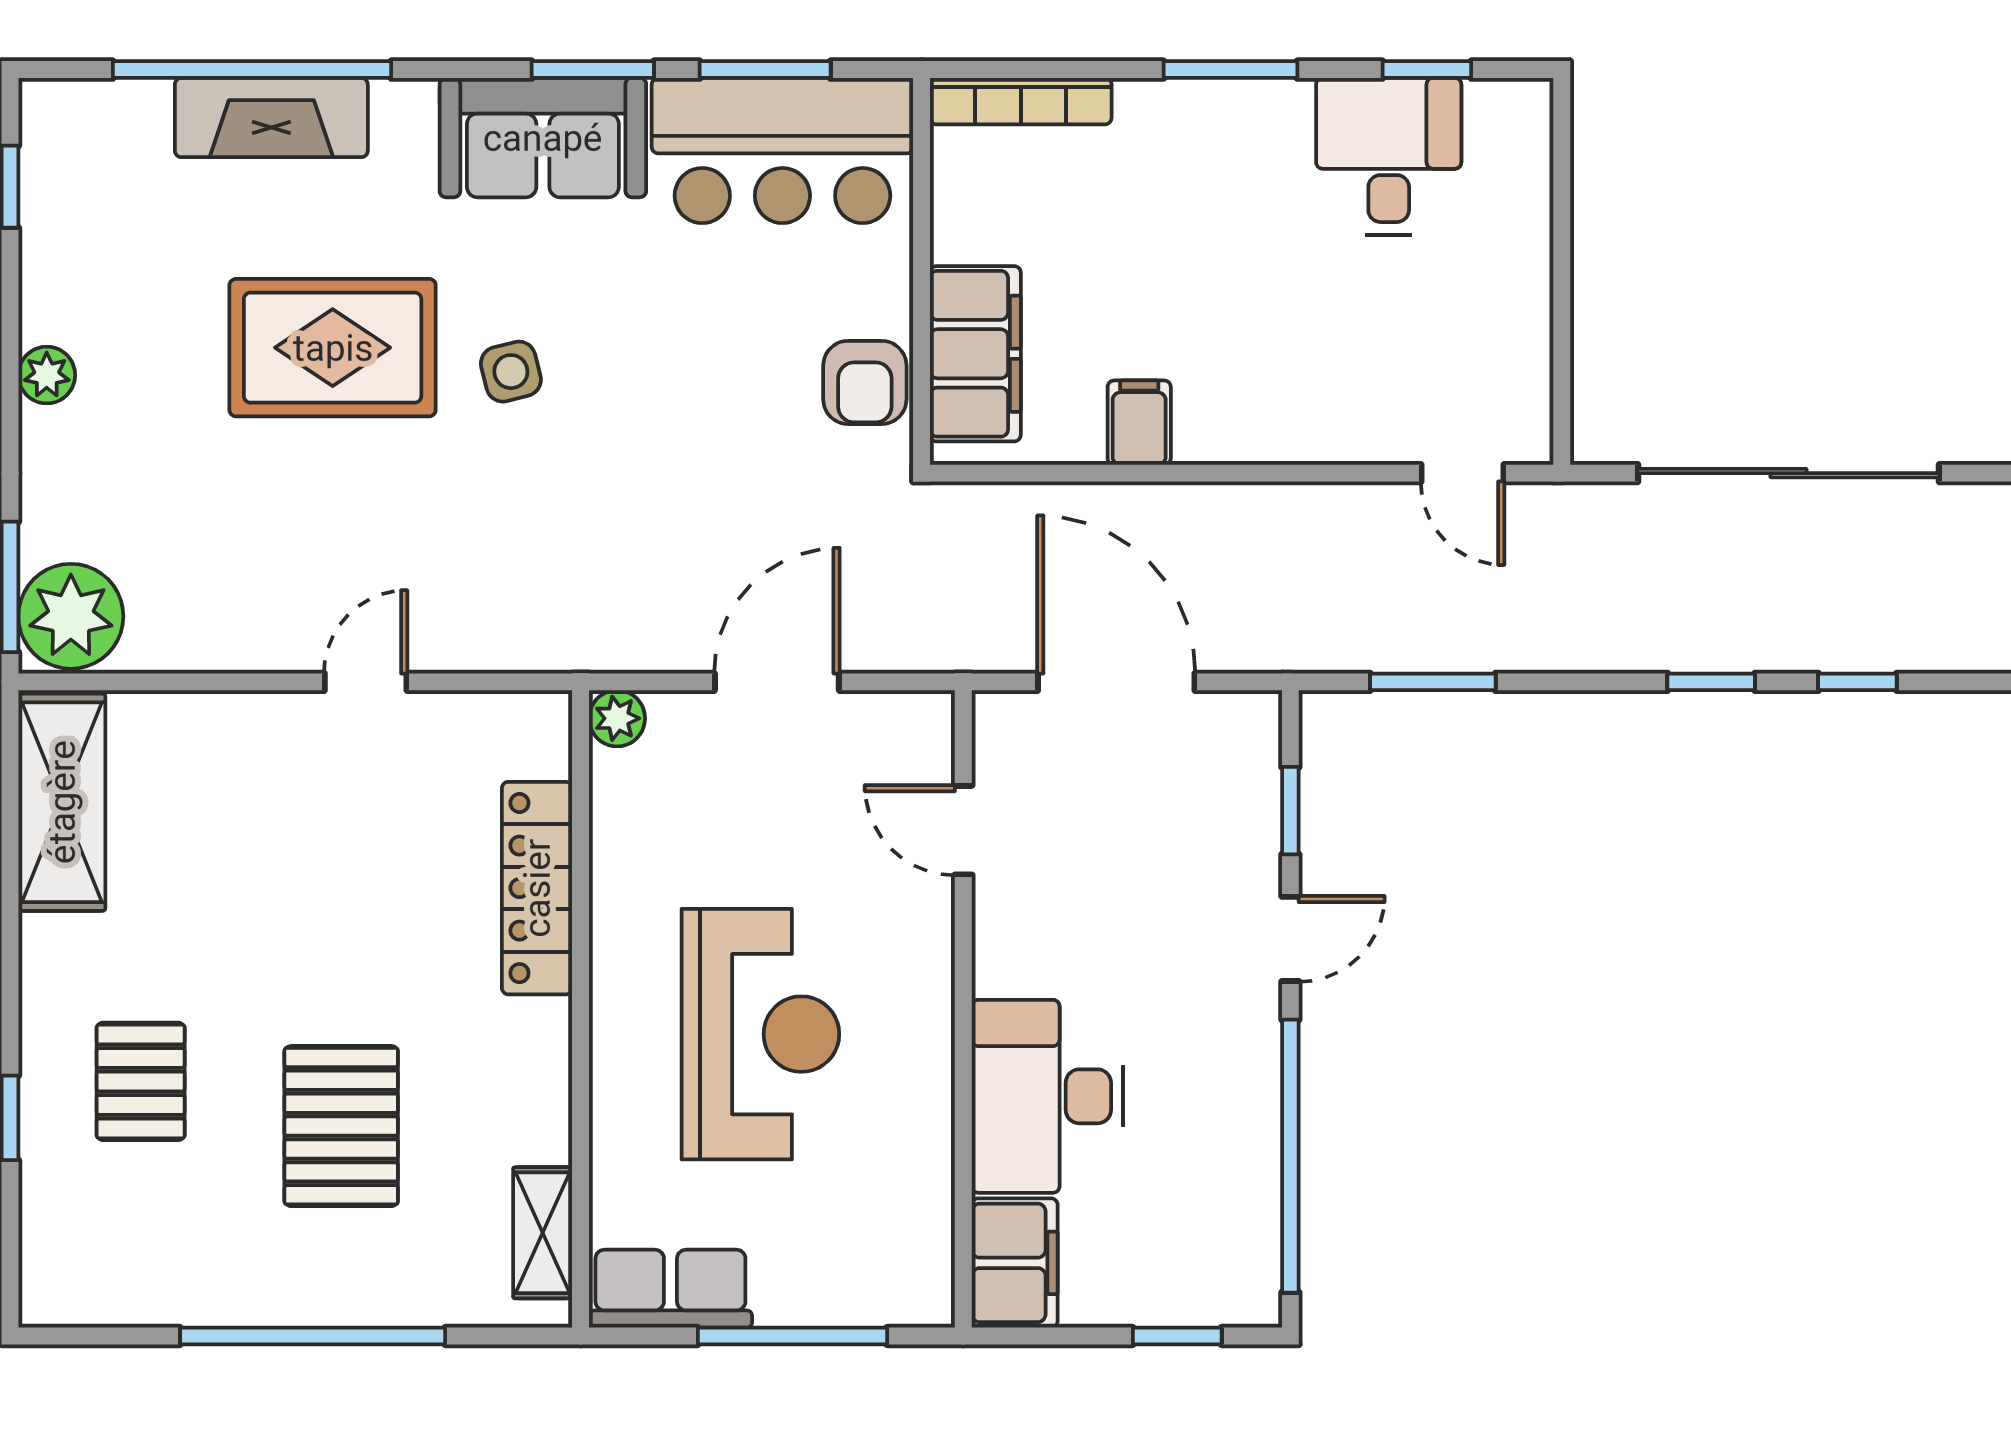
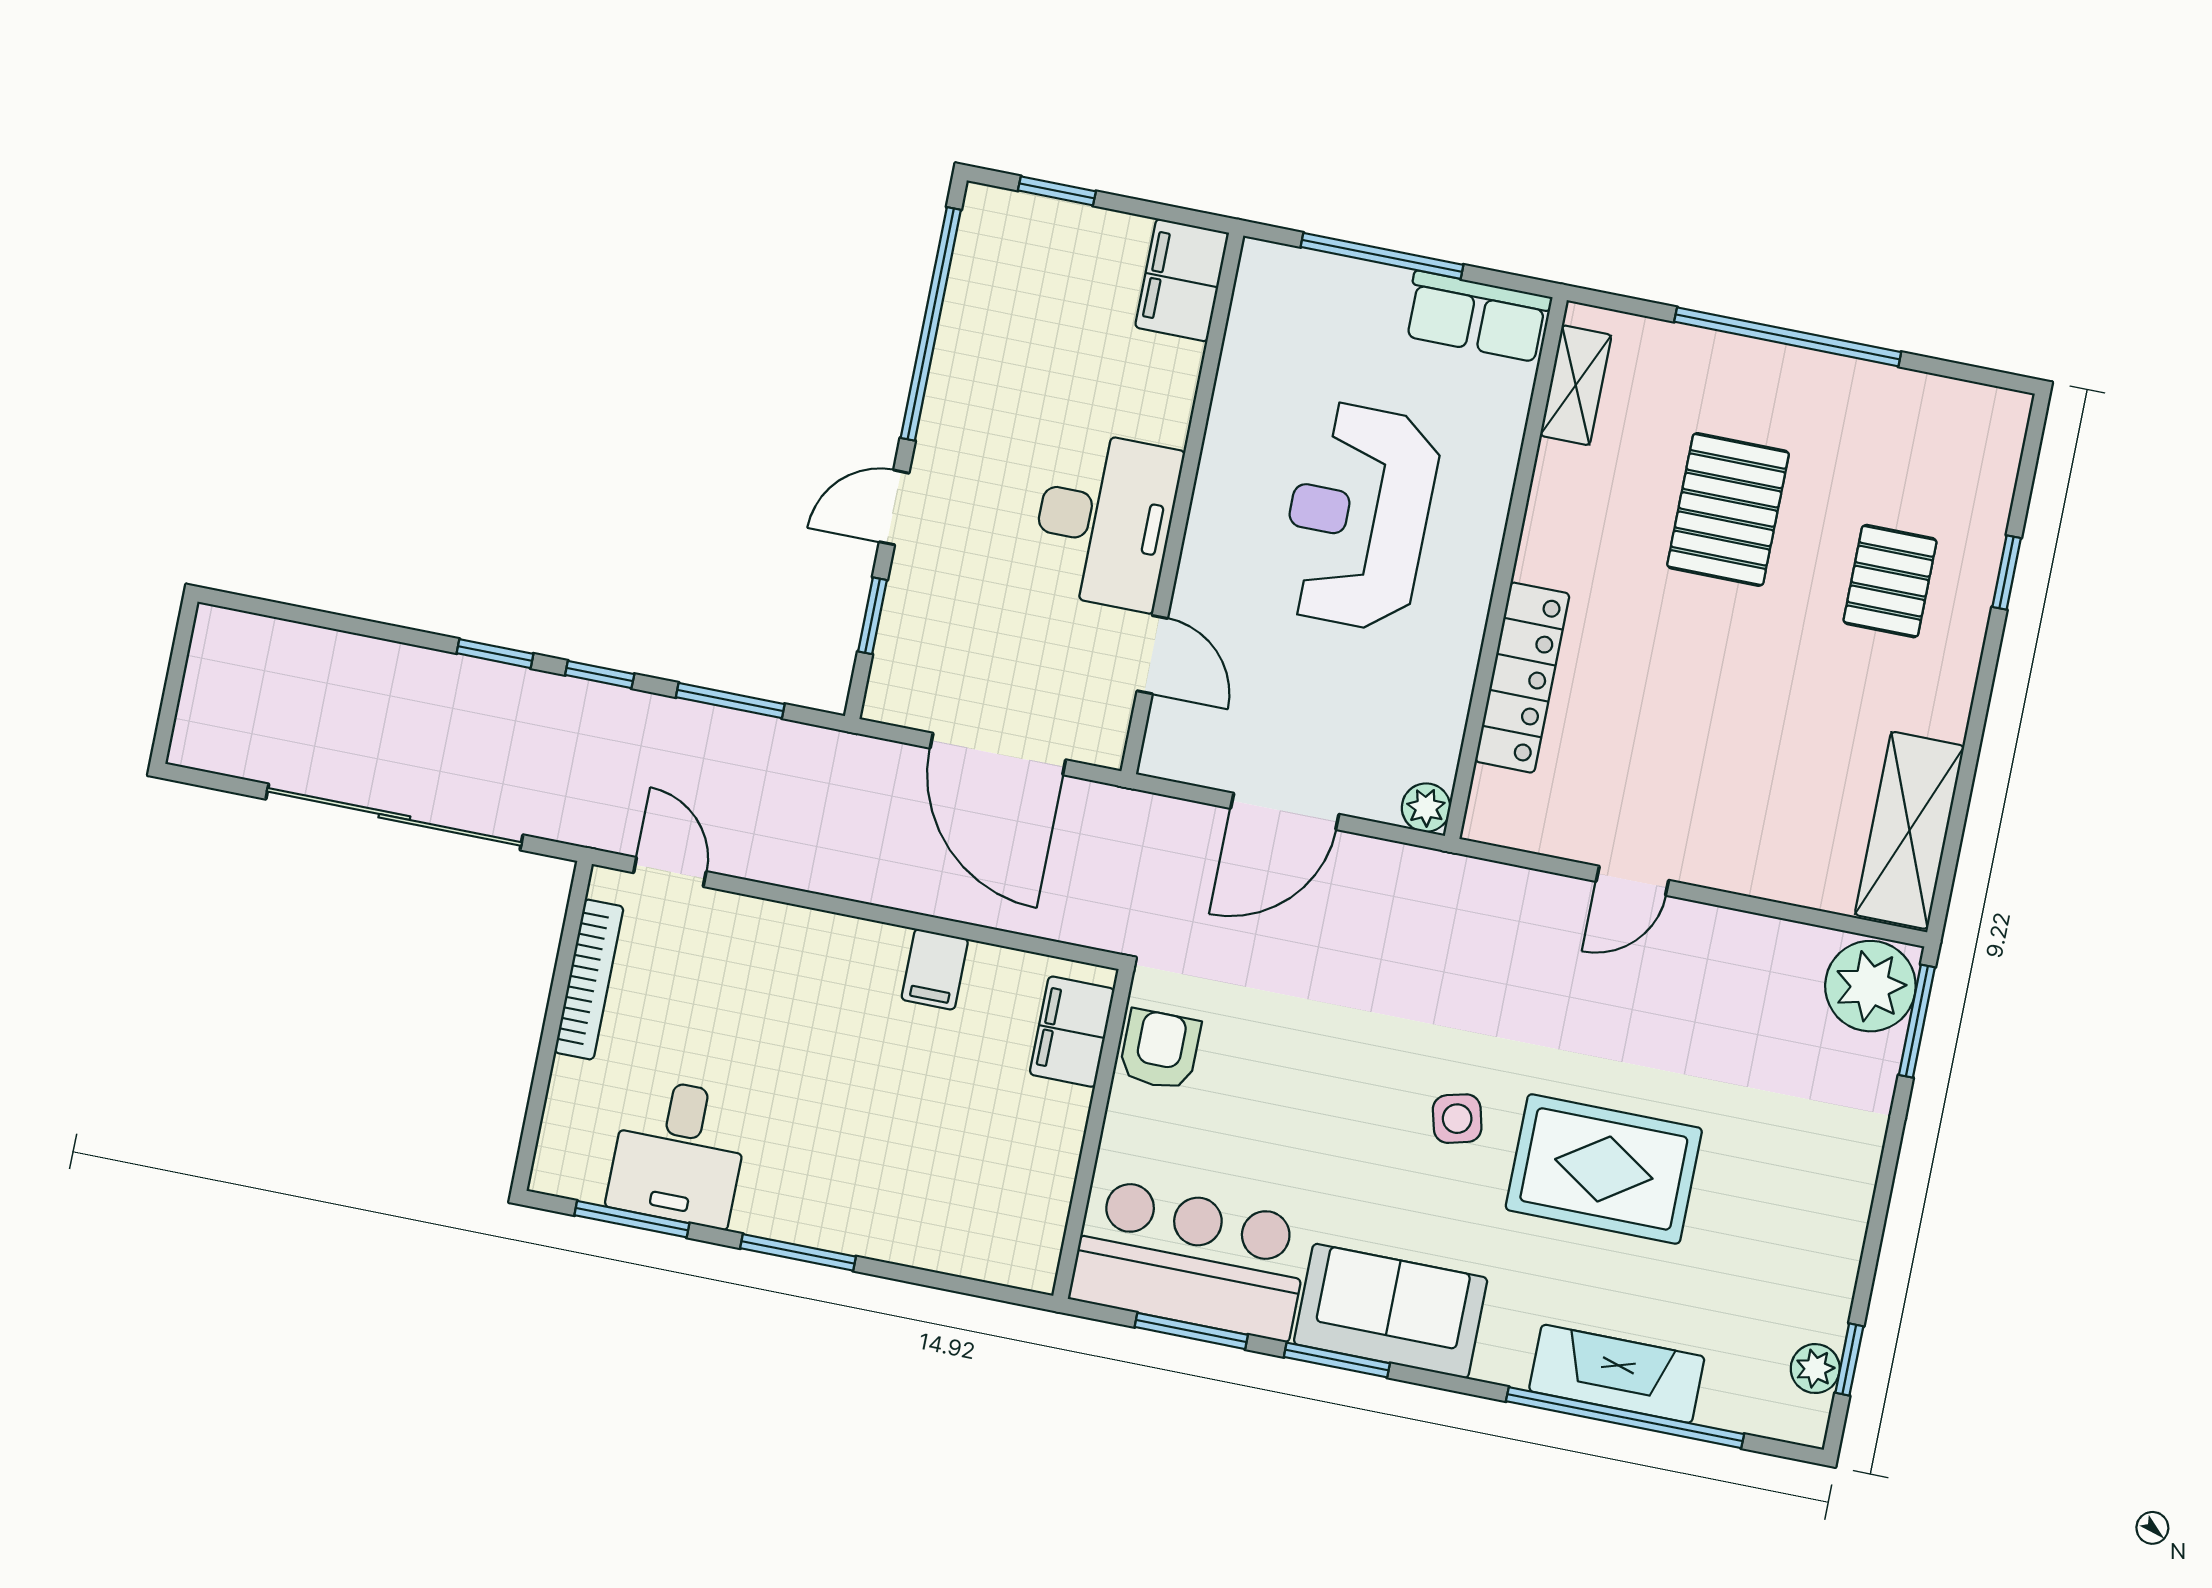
window: (1427, 70) -> (632, 1219), width x1.50
bookcase: (1021, 101) -> (589, 979), moved, turned 90
filing cabinet: (975, 354) -> (1072, 1032), width x0.67, depth x0.86
plant: (47, 375) -> (1815, 1369), moved
window: (1857, 682) -> (600, 674), moved
desk: (1047, 1096) -> (1105, 520), moved

